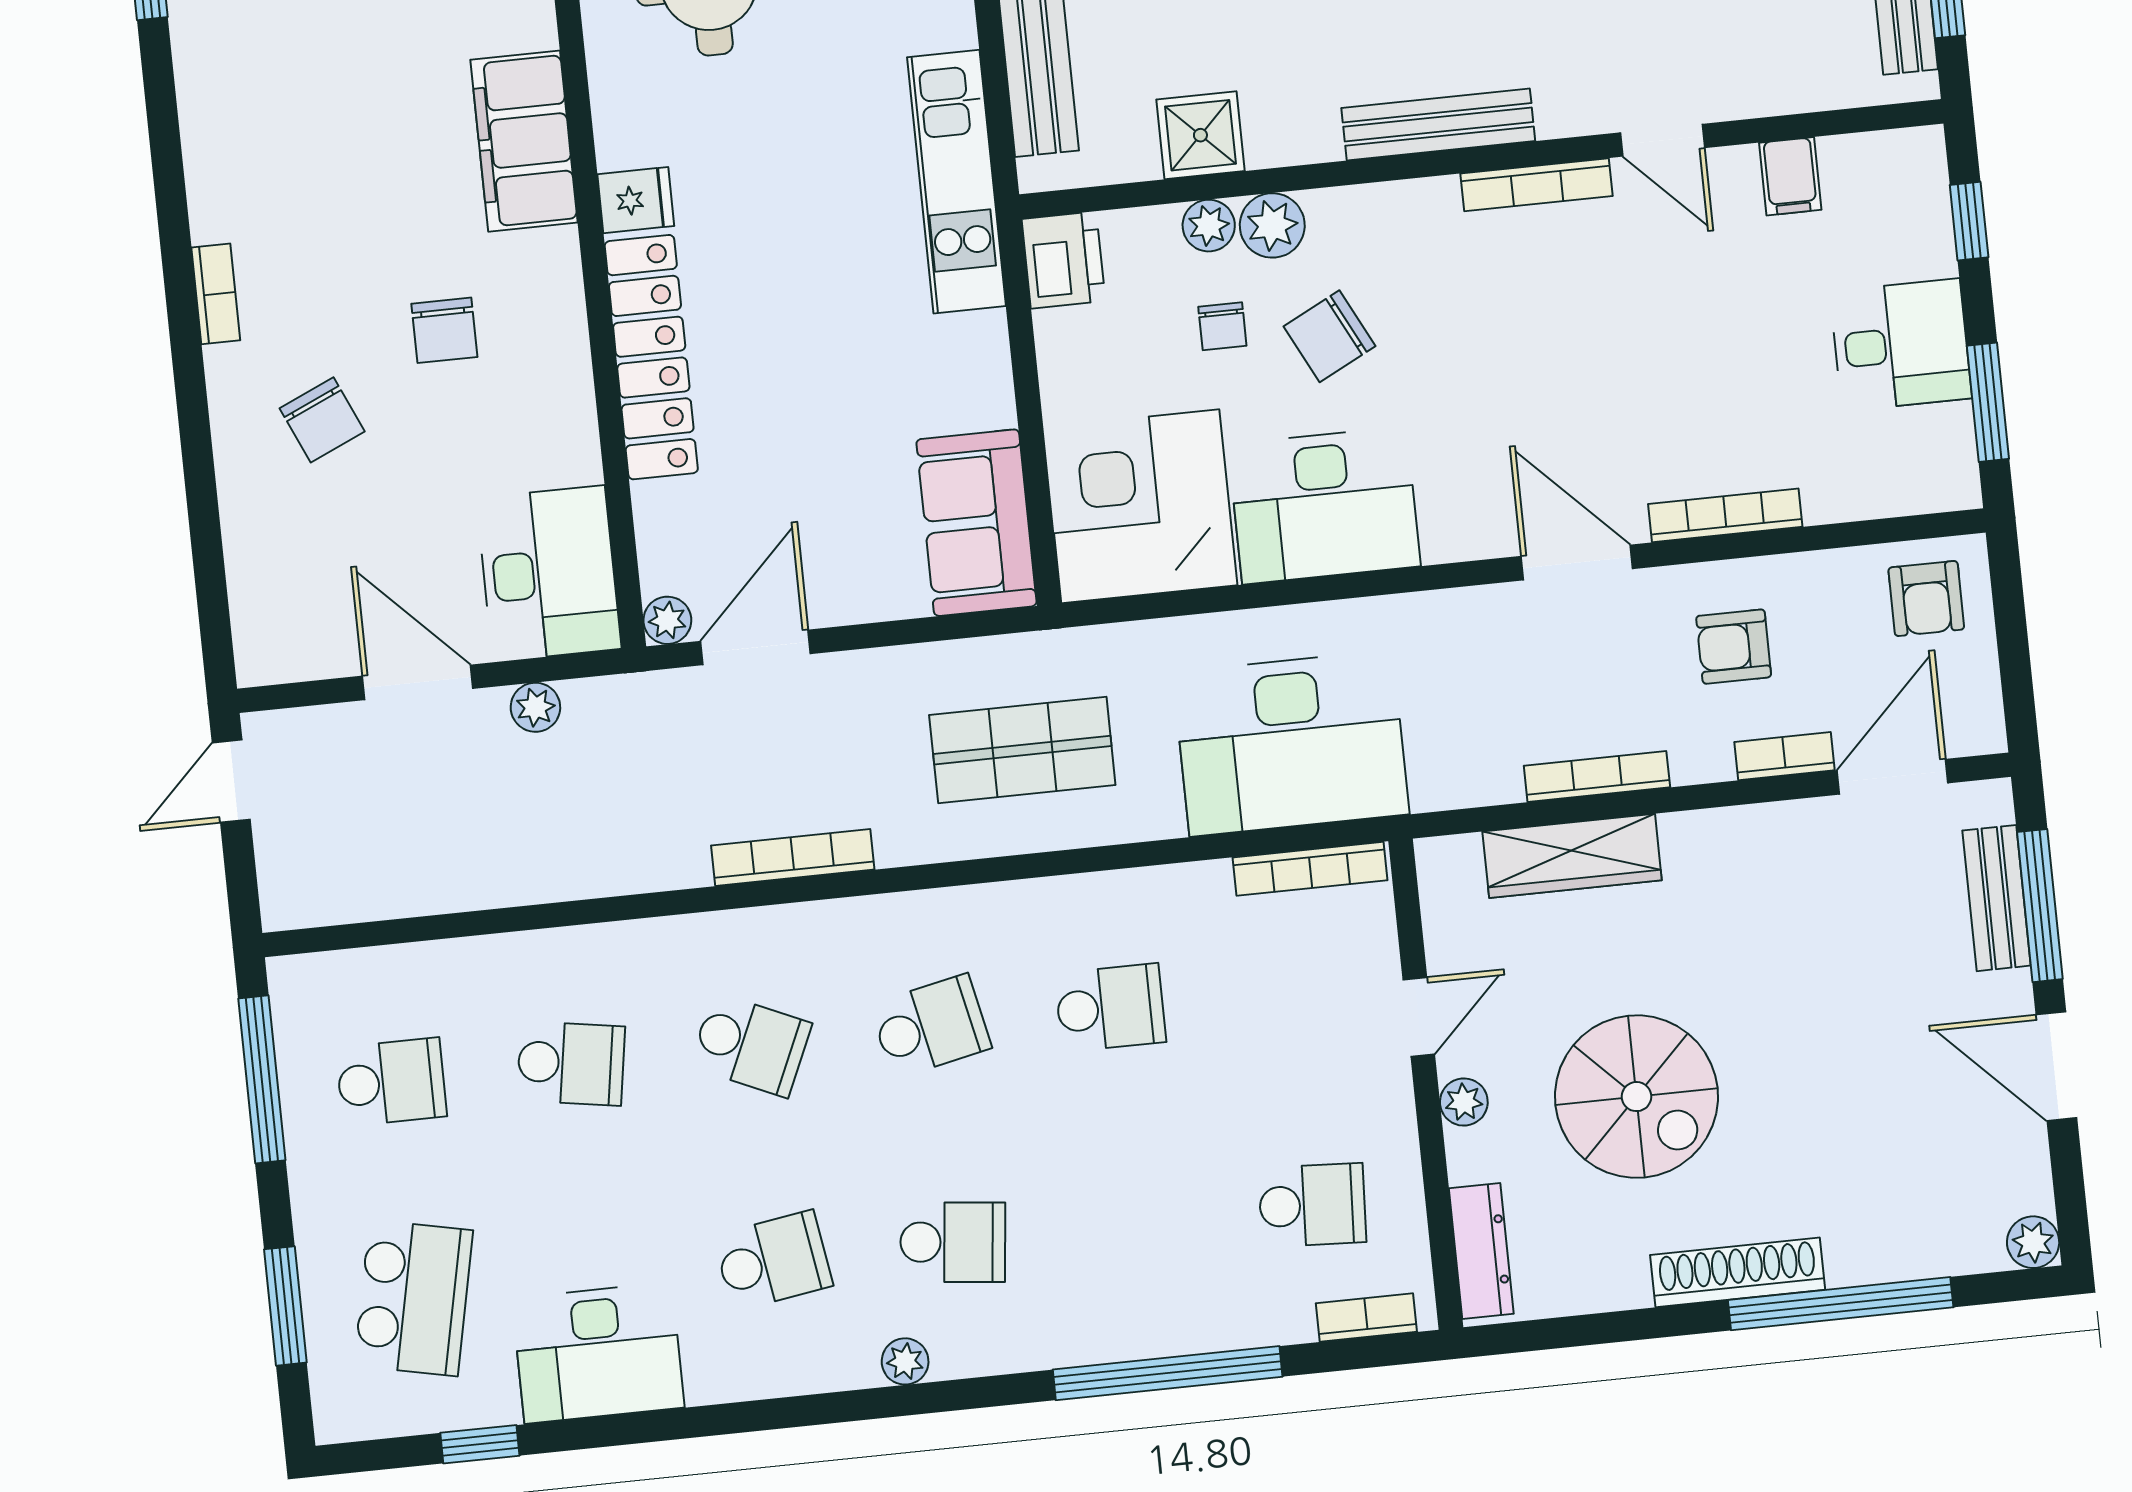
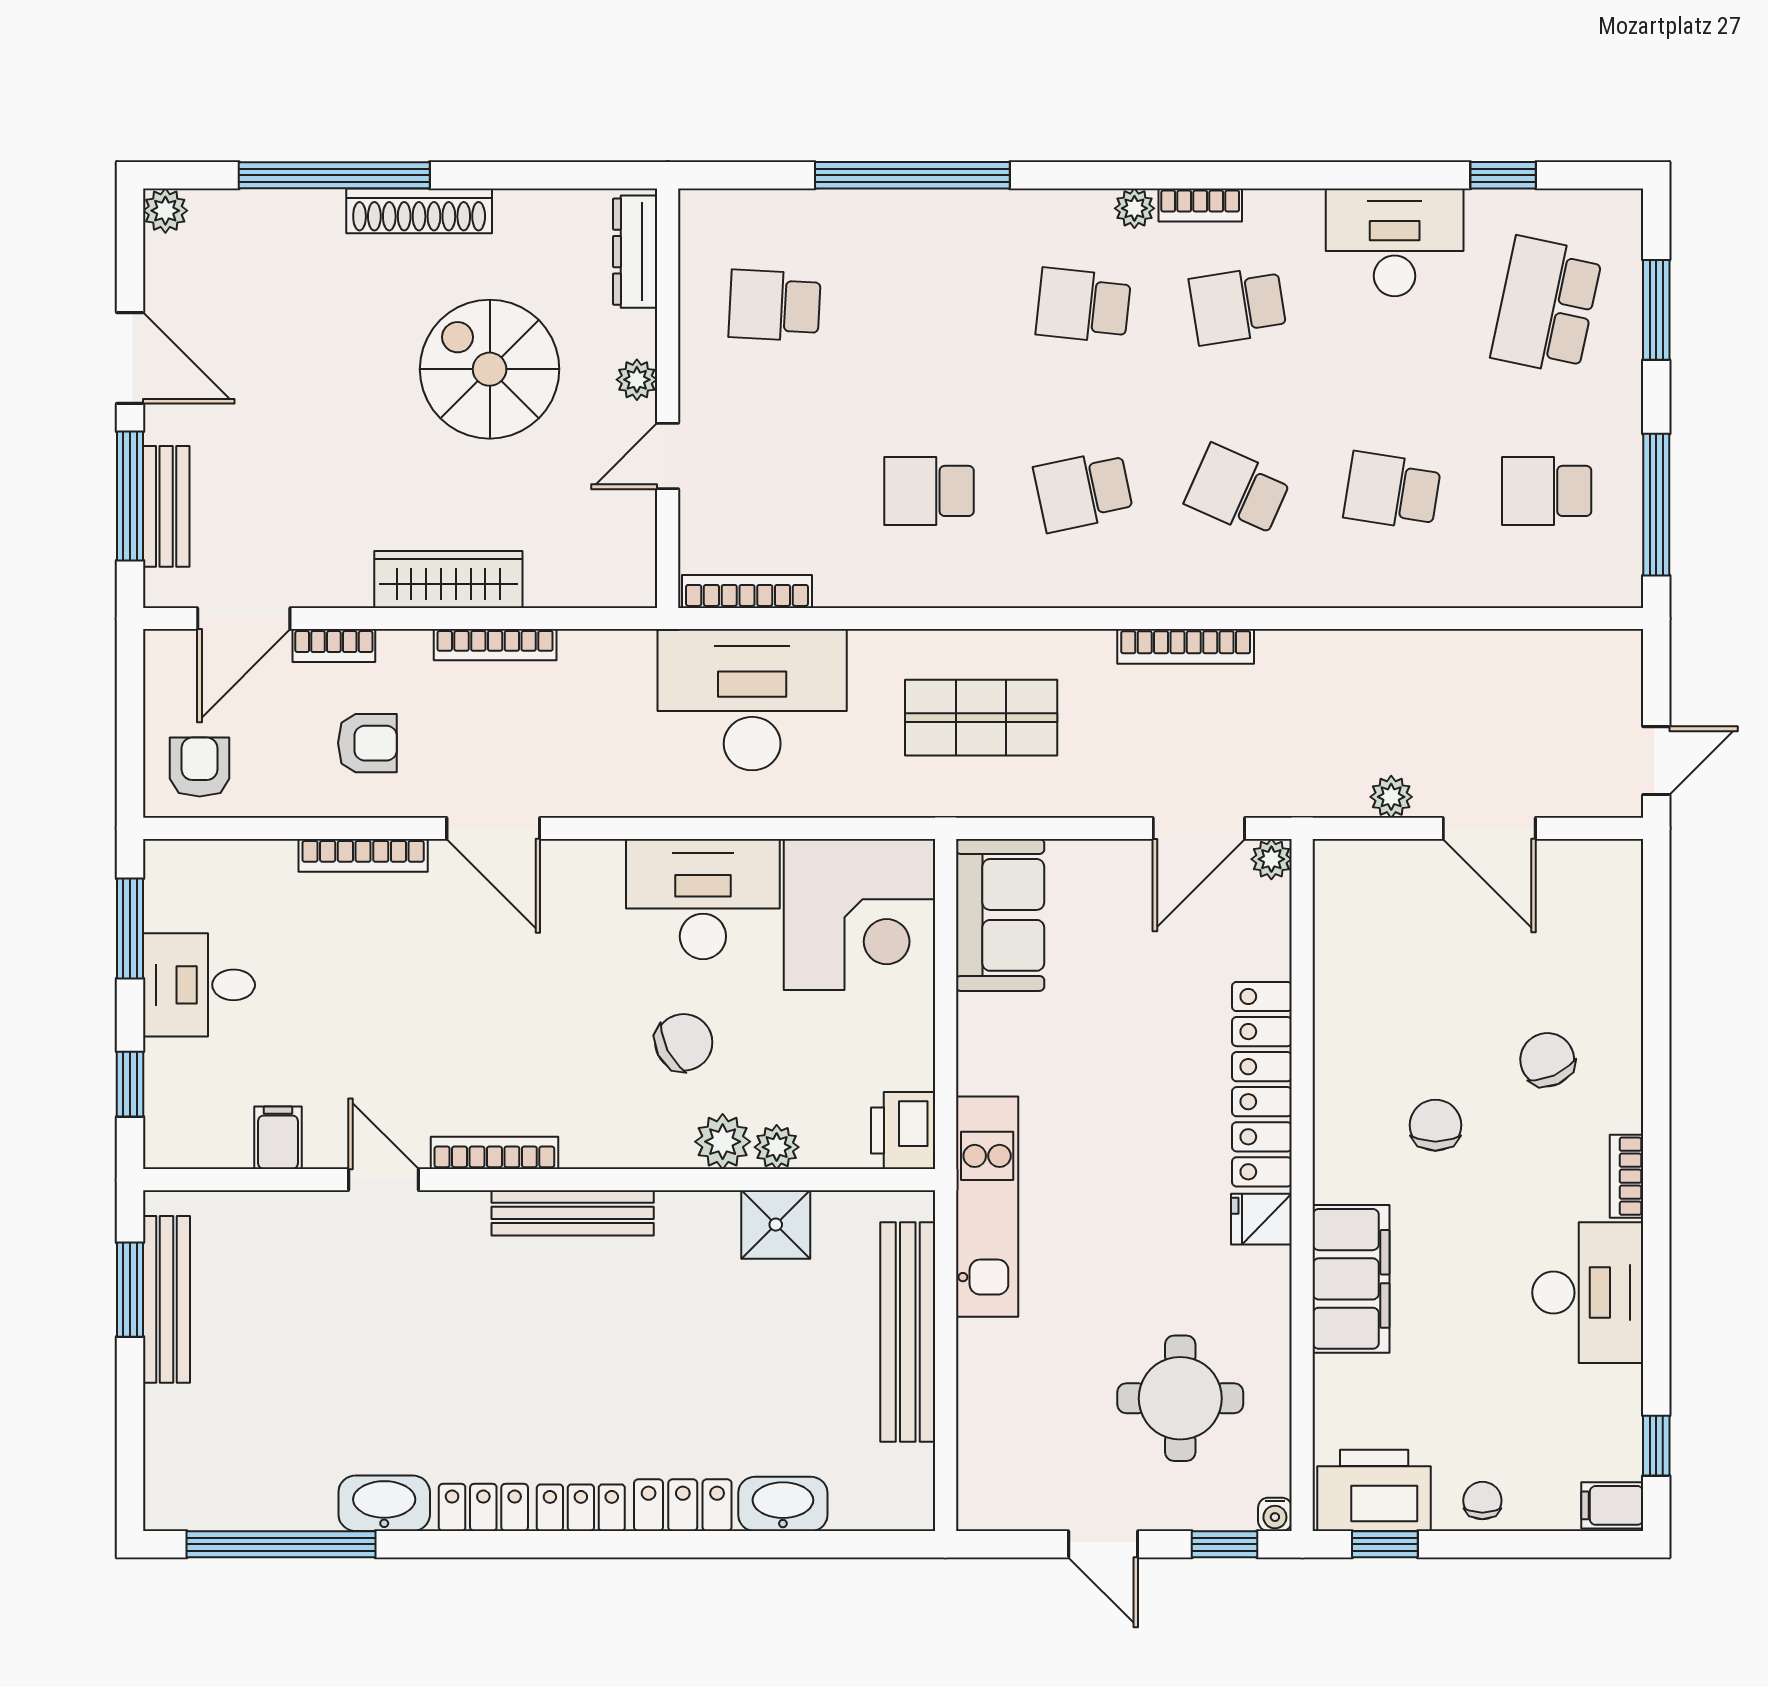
chair: (1222, 326) -> (774, 1060), removed
desk: (549, 574) -> (1588, 1293), moved, turned 180
wardrobe: (1572, 856) -> (448, 579), moved
bookcase: (1366, 1318) -> (1200, 205), moved

